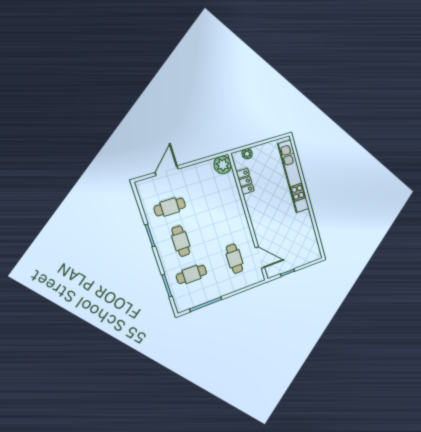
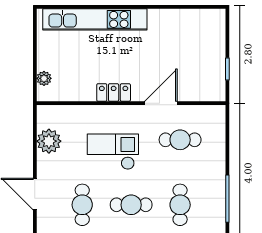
plant: (223, 165) -> (49, 141), moved
locker: (245, 181) -> (114, 93), moved
checkout: (213, 217) -> (113, 152), added
door: (260, 258) -> (161, 103), moved

